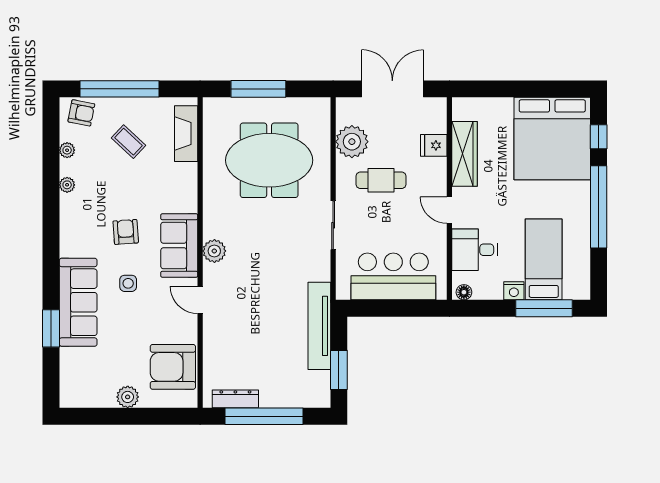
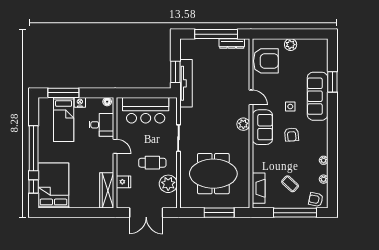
bed: (552, 139) -> (53, 185), width x0.73
wardrobe: (464, 154) -> (107, 190), moved
window: (339, 370) -> (175, 72), moved

